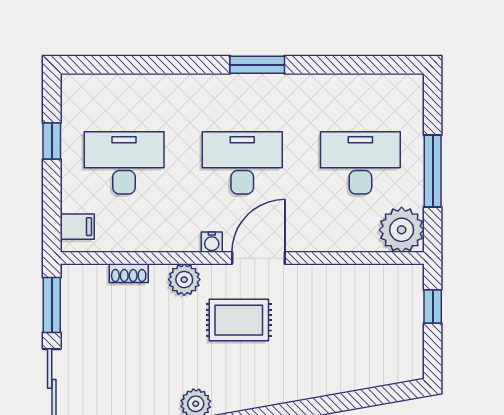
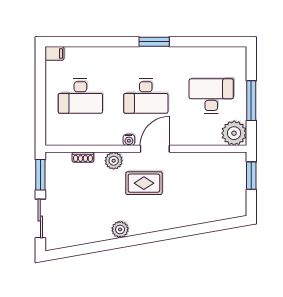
window: (52, 141) -> (40, 84), removed
desk: (124, 163) -> (80, 96), turned 180
desk: (242, 163) -> (146, 96), turned 180
filing cabinet: (77, 227) -> (54, 53), moved
window: (433, 306) -> (251, 176), width x1.50

